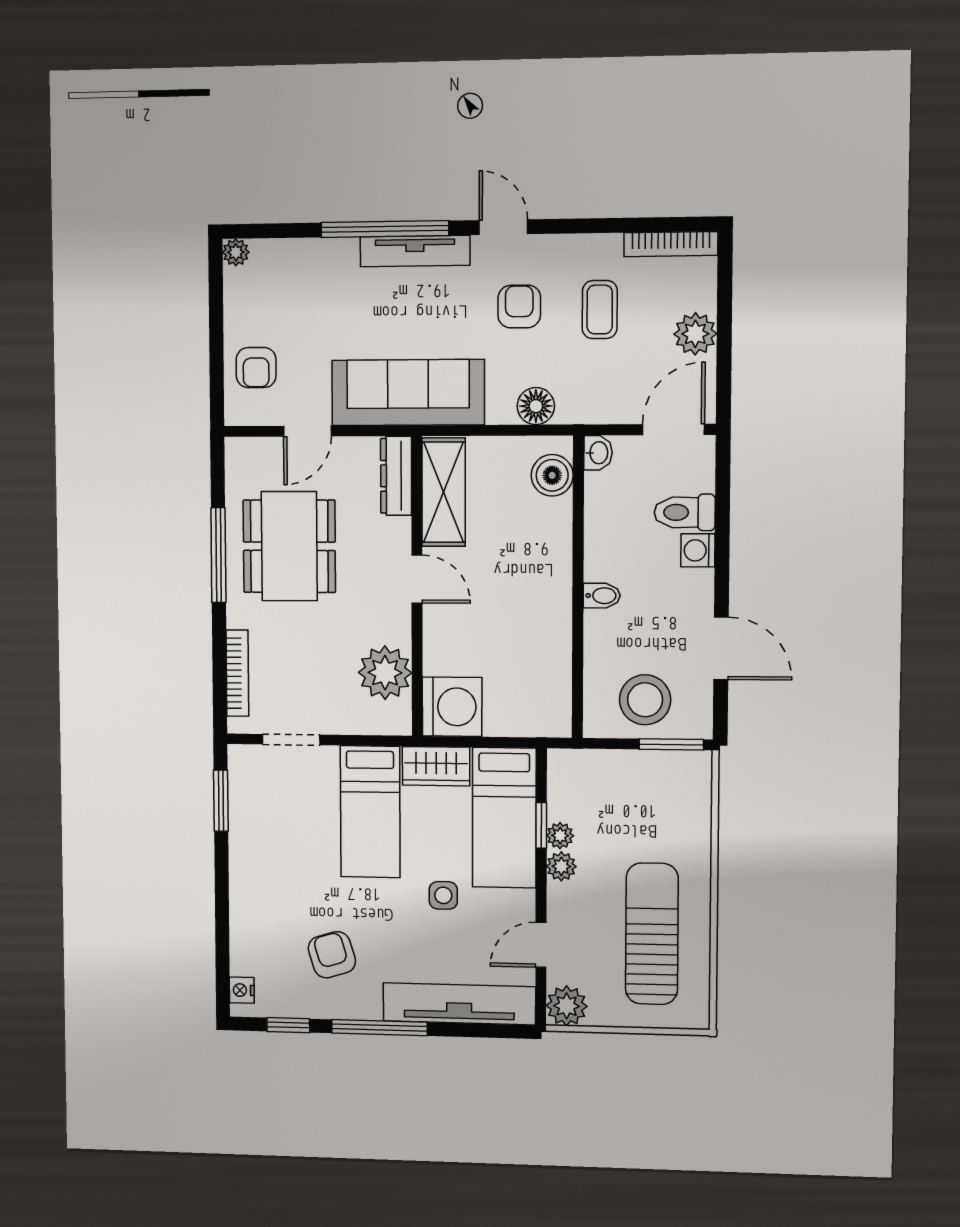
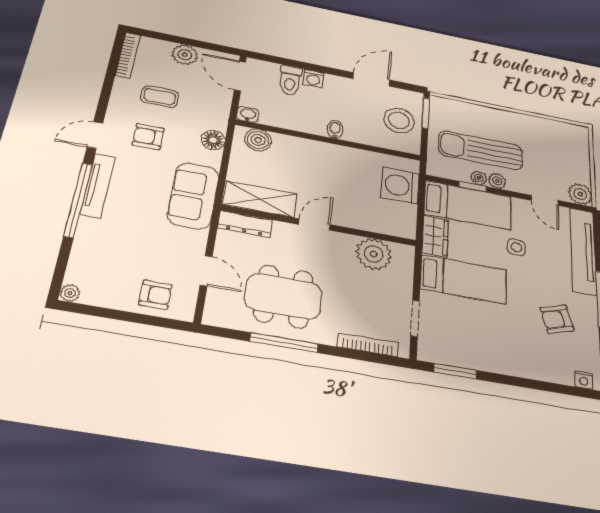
sofa: (408, 393) -> (193, 196), width x0.73
washing machine: (452, 707) -> (400, 186), moved, turned -90
sun lounger: (652, 934) -> (481, 150), moved

